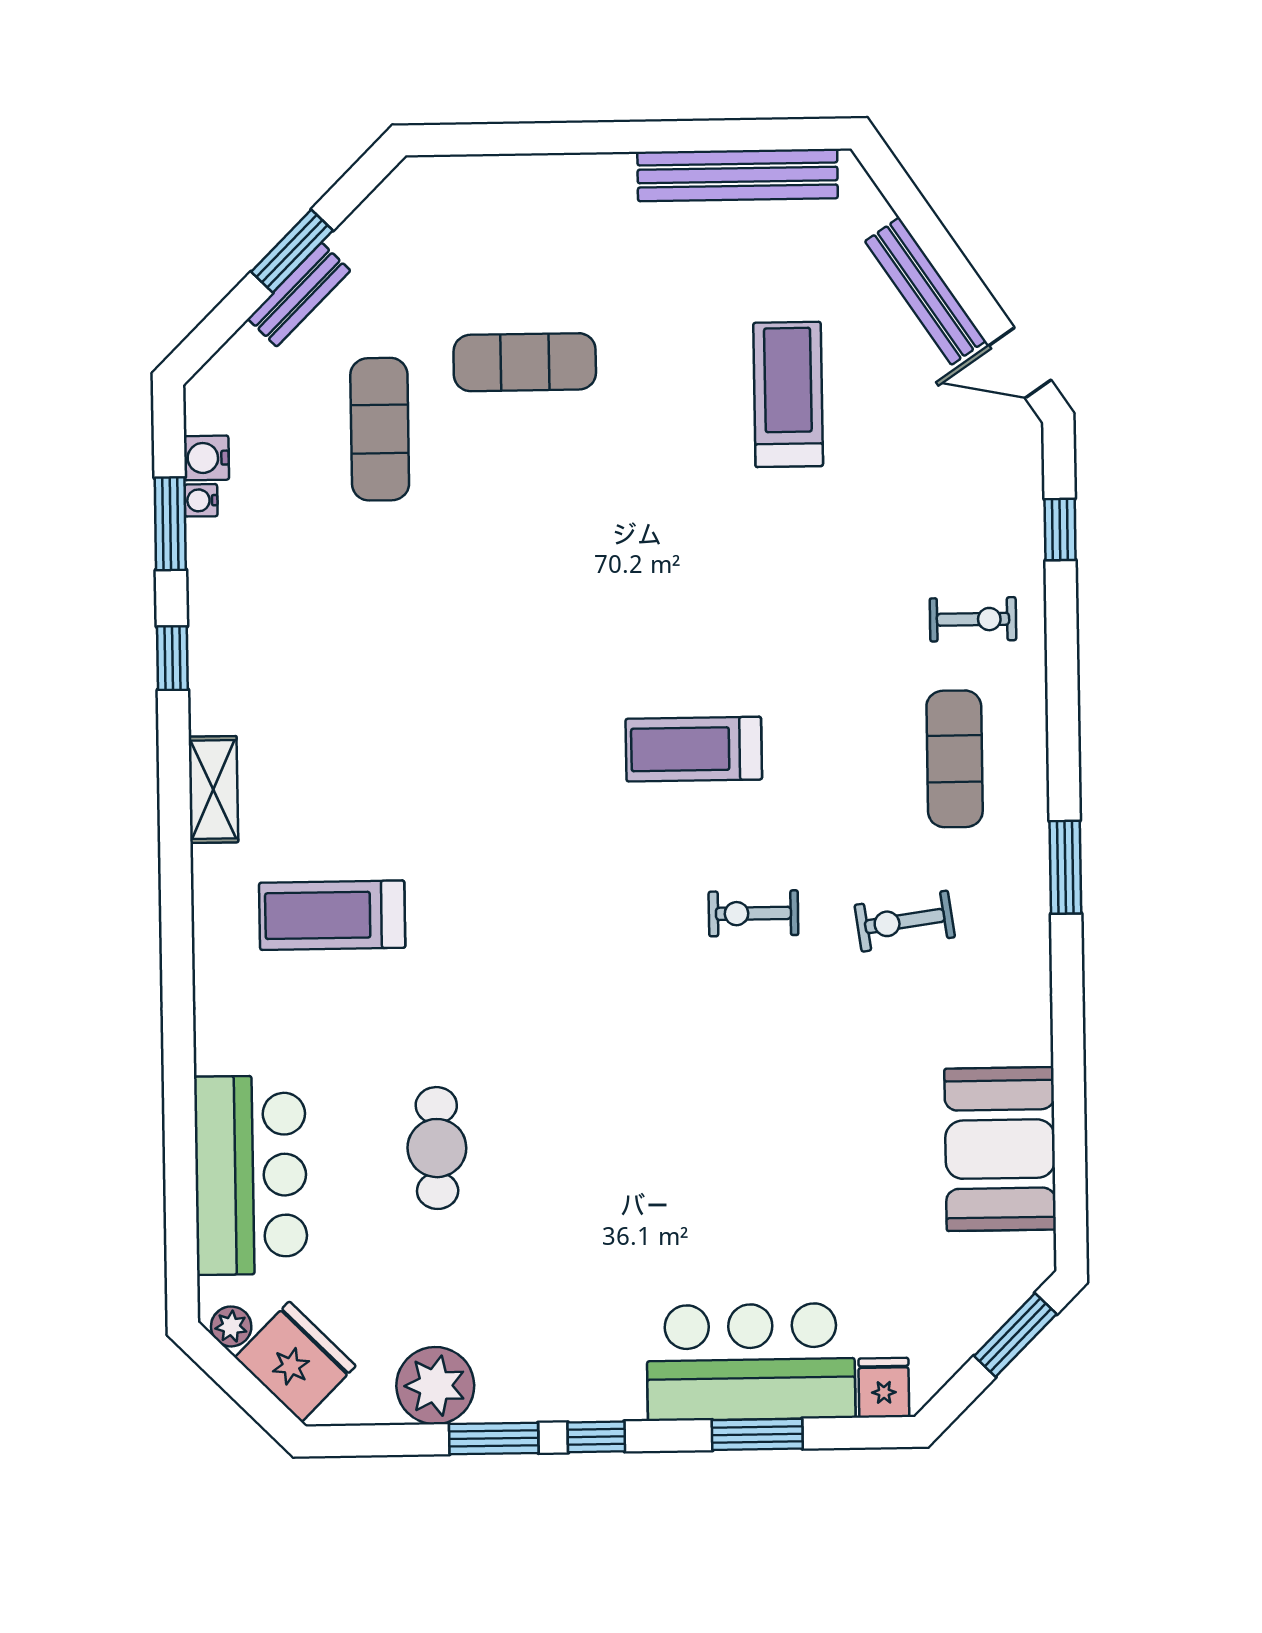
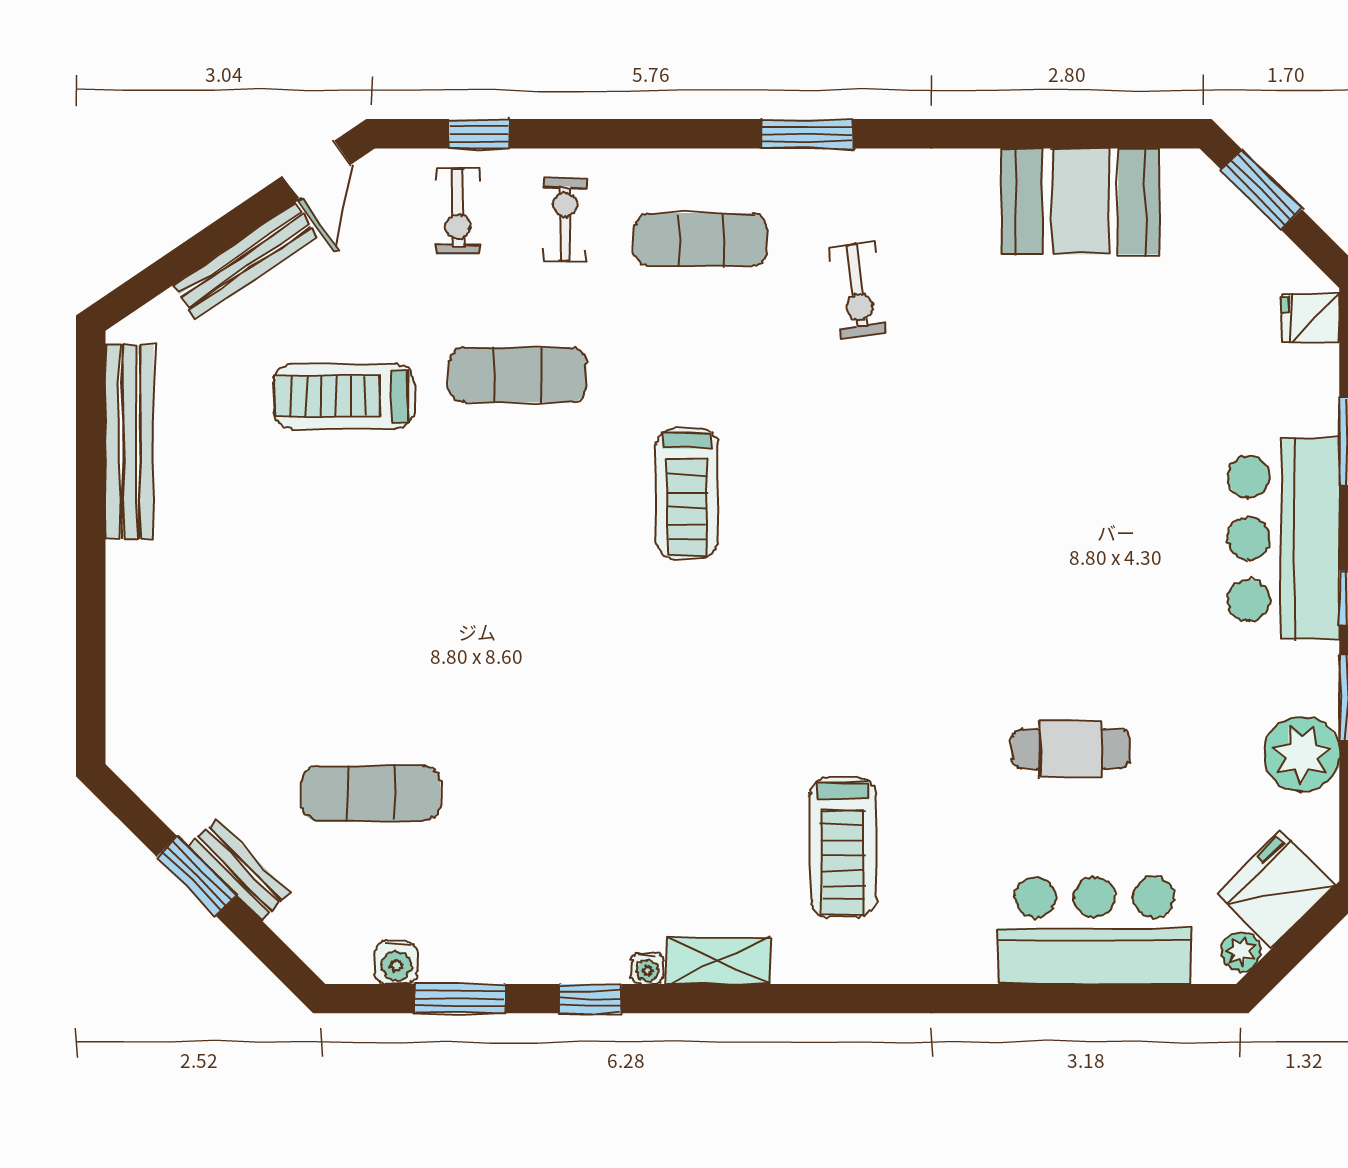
exercise mat: (525, 362) -> (517, 375), moved, turned 90
water cooler: (201, 500) -> (648, 968), moved
exercise bike: (753, 913) -> (458, 211), moved
bar counter: (751, 1362) -> (1283, 538), moved

